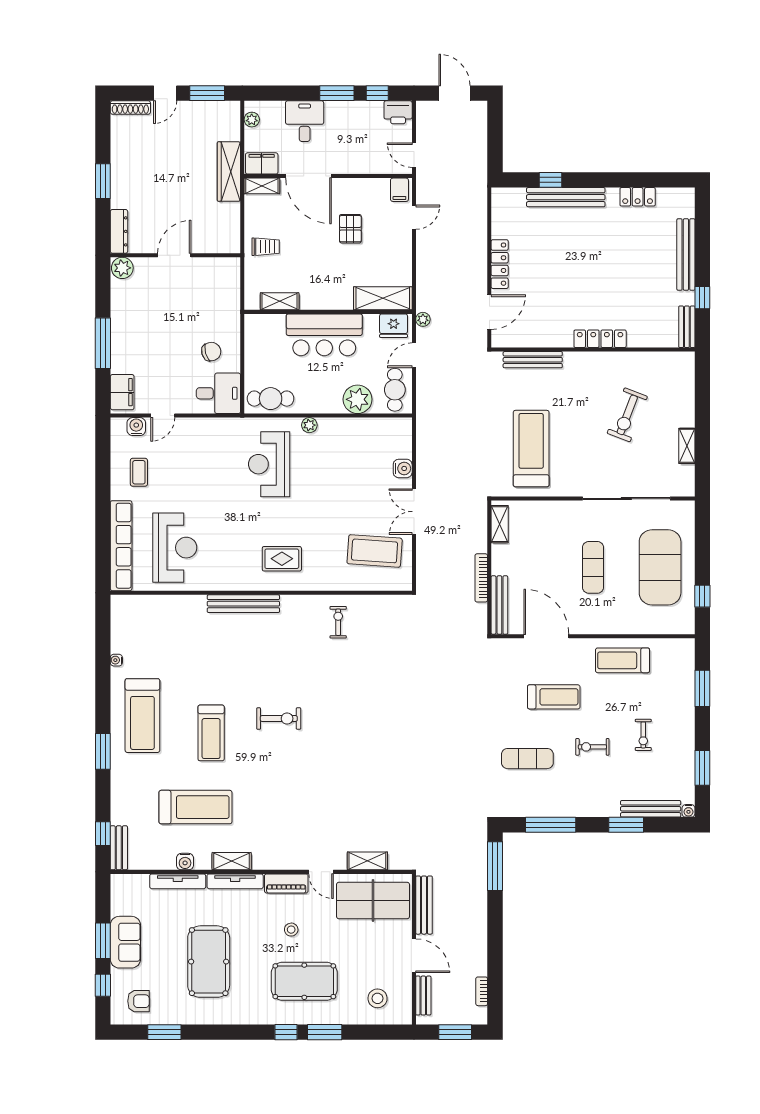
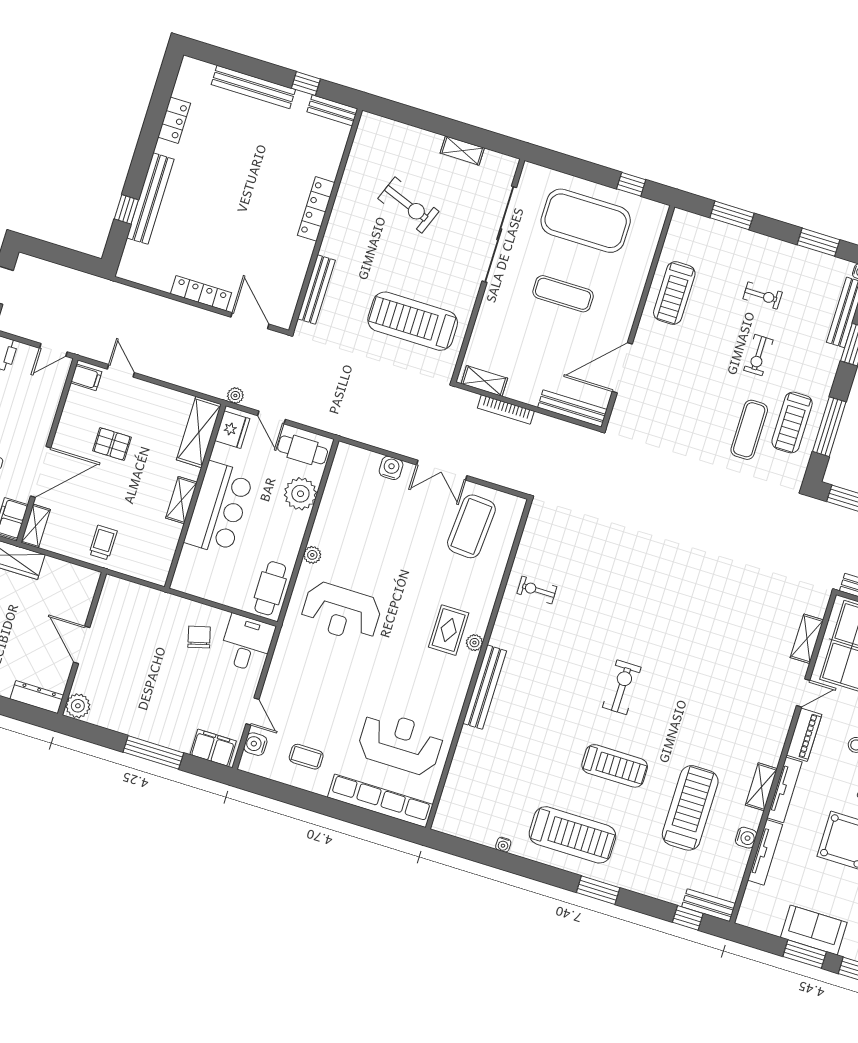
shelving: (280, 301) -> (181, 500), moved
bookcase: (481, 578) -> (506, 410), moved
plant: (278, 584) -> (474, 643), added
treadmill: (554, 697) -> (792, 422), moved, turned 180

